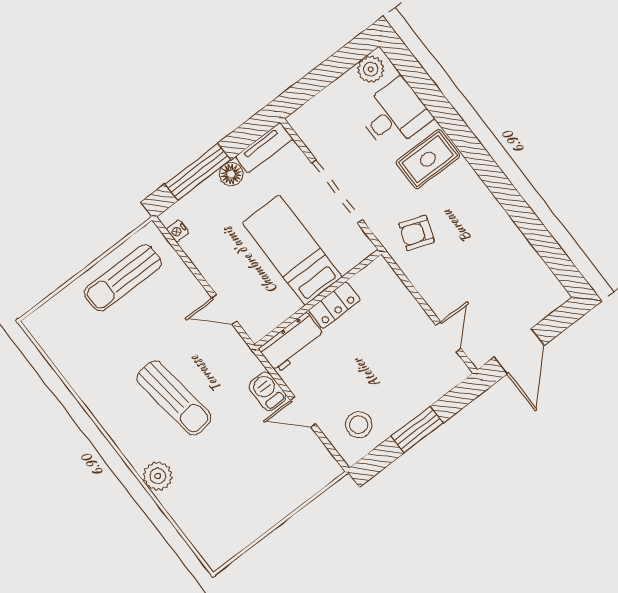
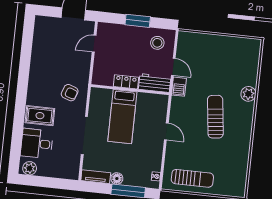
bed: (292, 250) -> (122, 117), moved
wall: (318, 299) -> (130, 90), moved
locker: (334, 305) -> (126, 82), moved
workbench: (292, 343) -> (155, 83), moved

